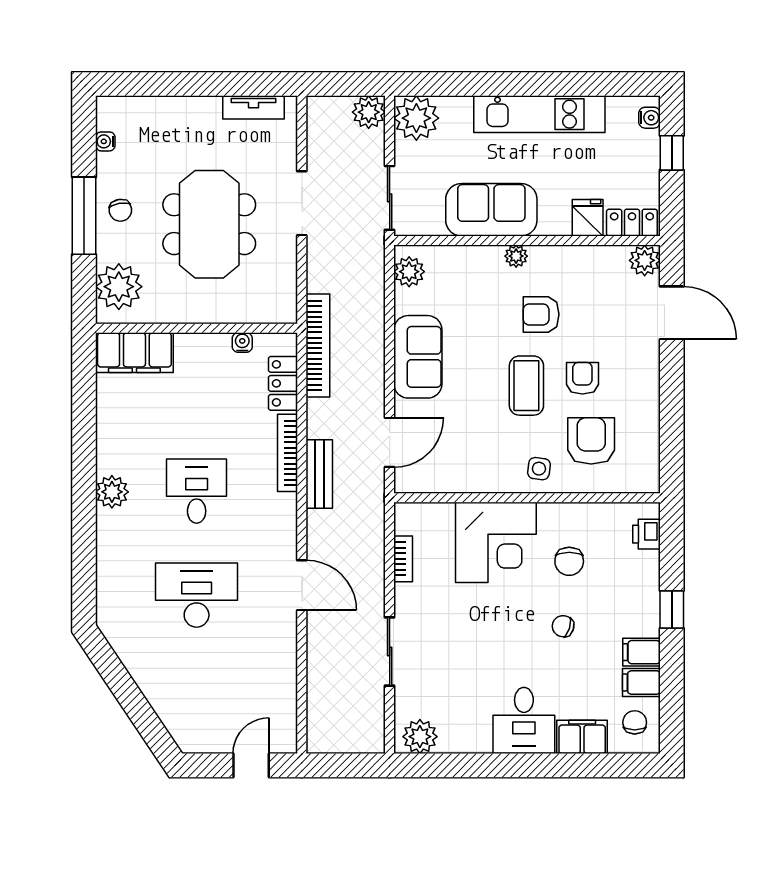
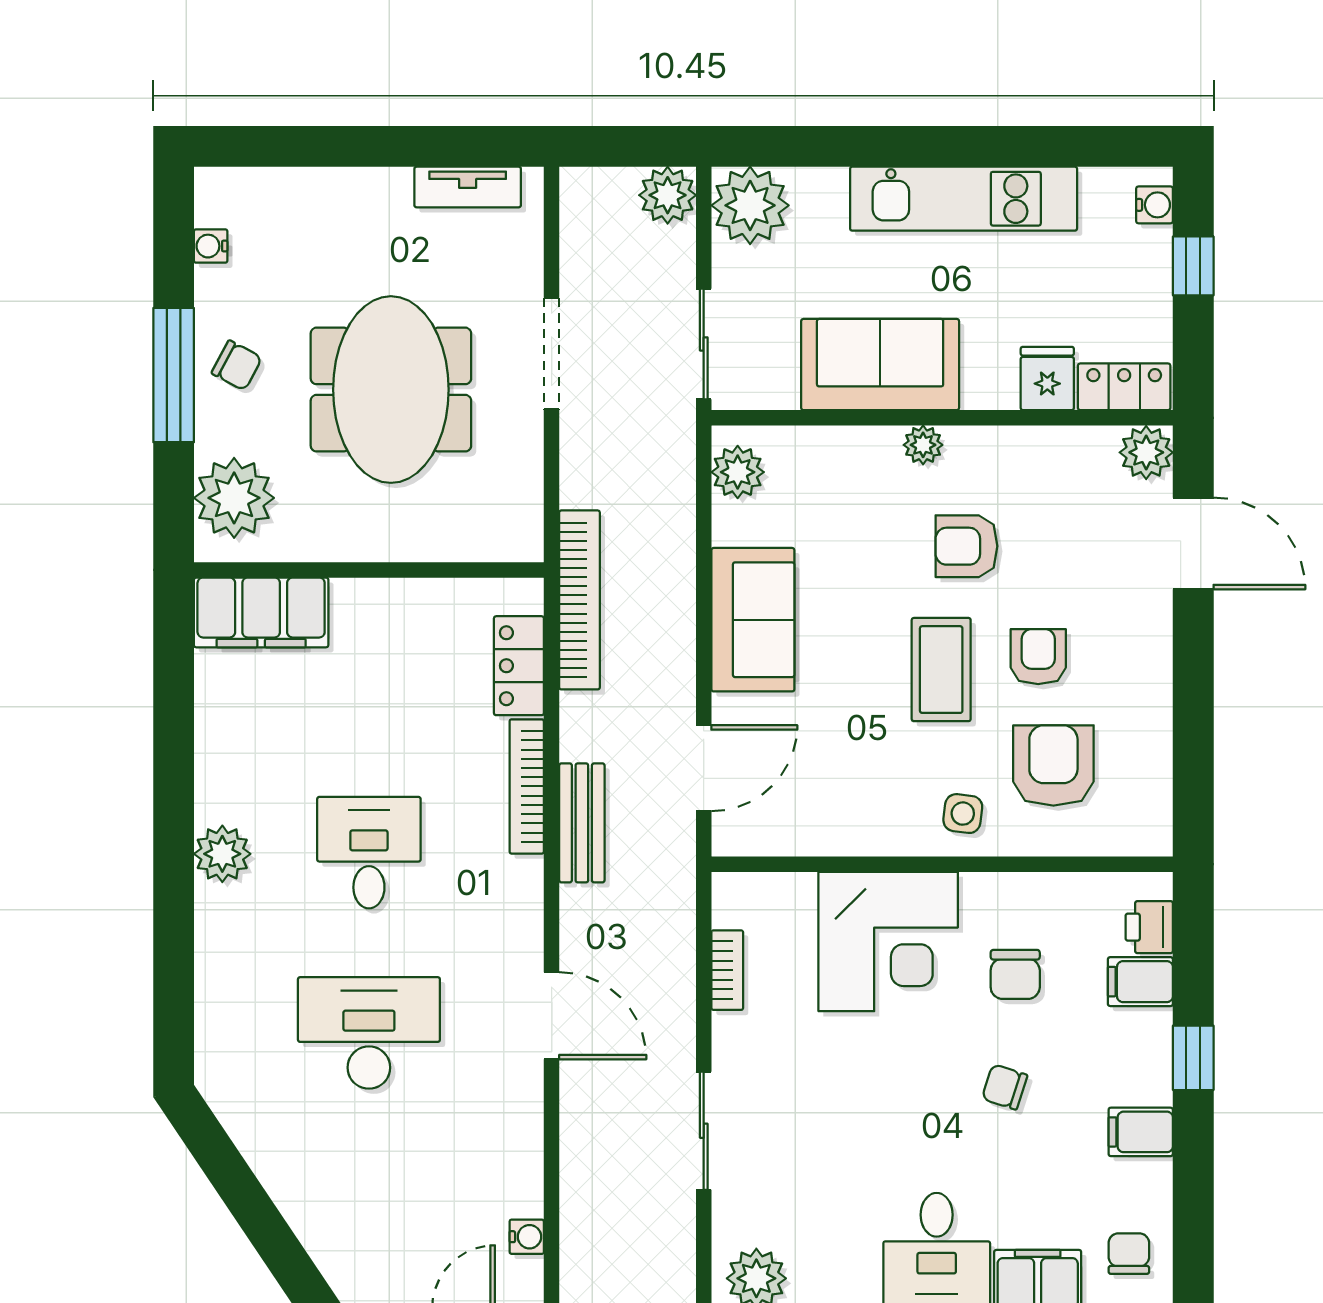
chair: (120, 210) -> (237, 365), turned -53
water cooler: (242, 342) -> (527, 1237), moved, turned 90
filing cabinet: (641, 682) -> (1140, 982), moved

